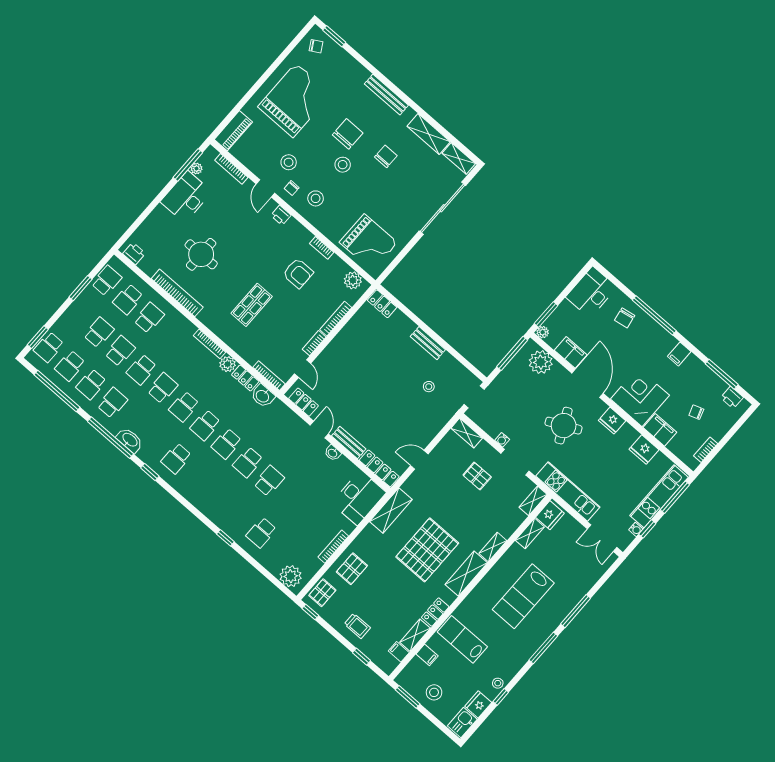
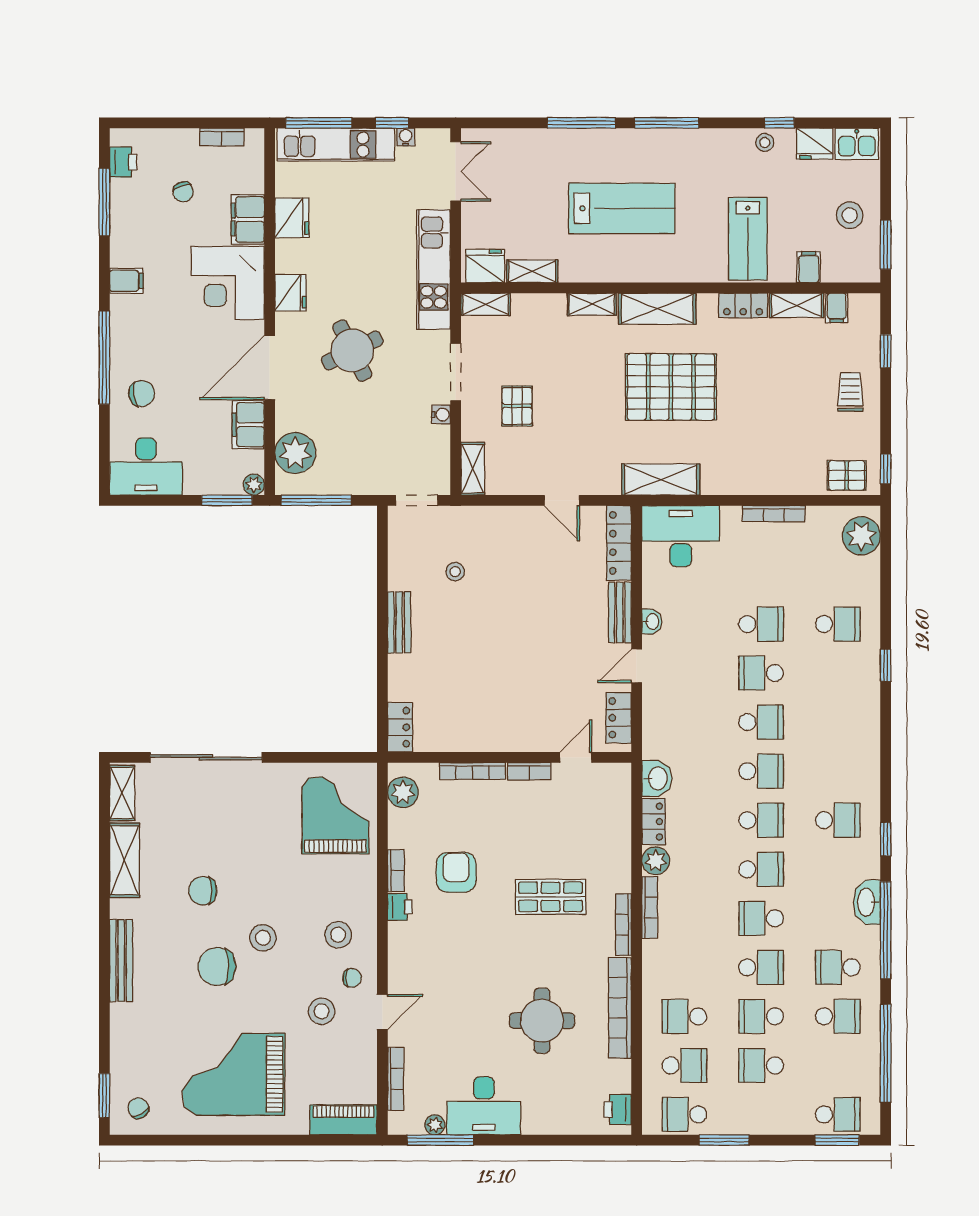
printer: (281, 215) -> (400, 907), moved
school desk: (70, 366) -> (761, 624), moved
bookcase: (269, 376) -> (623, 925), moved
pallet: (352, 569) -> (782, 464), removed

